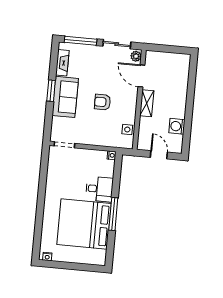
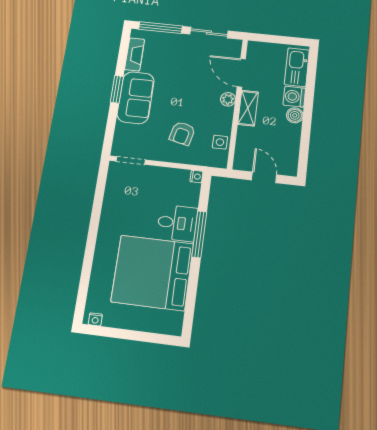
plant: (136, 56) -> (228, 99), moved
kitchen sink: (182, 71) -> (297, 67), added
armchair: (102, 102) -> (182, 133), moved, turned -77
boiler: (180, 108) -> (295, 115), added
washing machine: (177, 126) -> (294, 97), moved
window: (113, 214) -> (199, 234), moved

